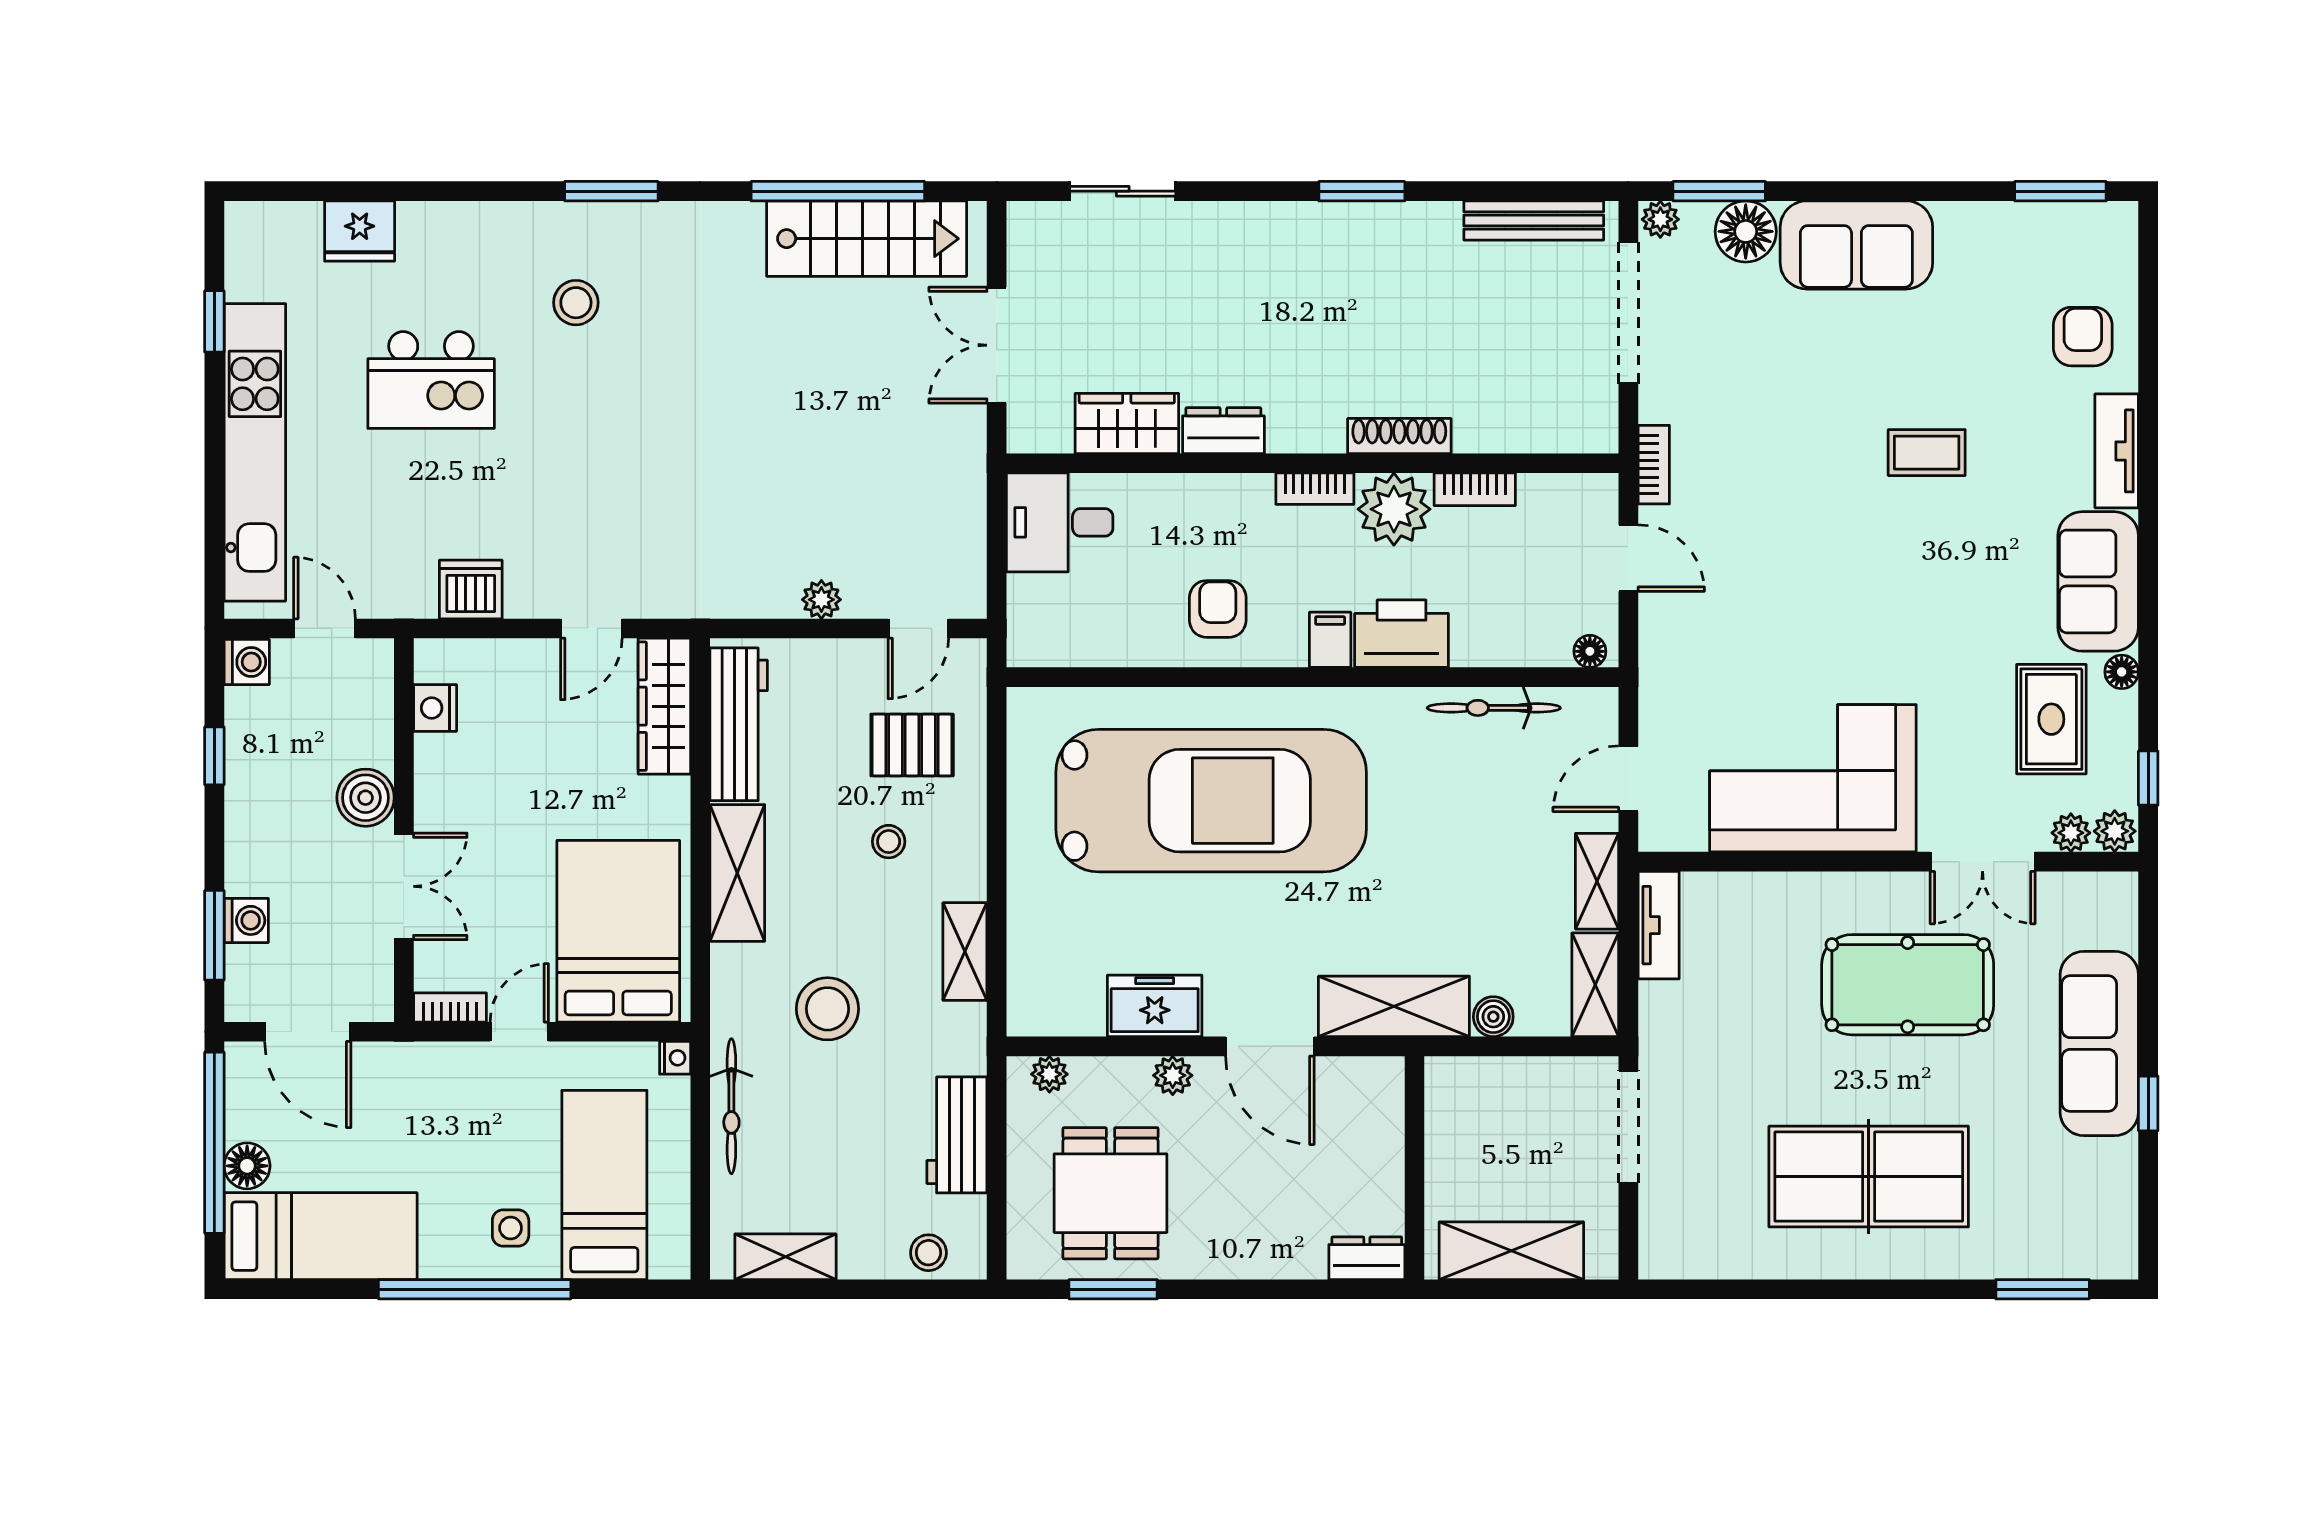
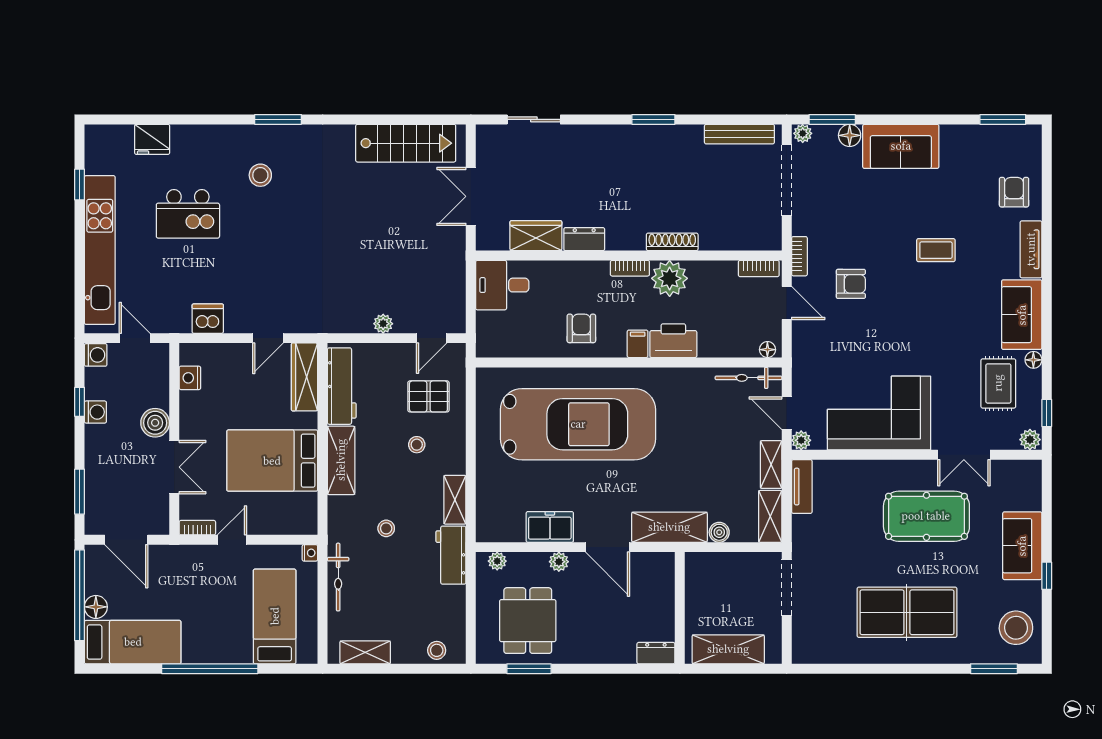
window: (838, 191) -> (391, 119), removed
floor lamp: (1746, 231) -> (850, 135), width x0.73, depth x0.73
bookcase: (1475, 489) -> (759, 269), moved
armchair: (1756, 520) -> (851, 284), added
bicycle: (1494, 708) -> (748, 378), moved
door: (1628, 779) -> (787, 413), hinge flipped
plant: (2071, 833) -> (801, 440), moved
washing machine: (246, 920) -> (95, 412), moved
bed: (618, 931) -> (272, 461), moved, turned -90
stool: (827, 1009) -> (386, 528), width x0.53, depth x0.53
sofa: (2099, 1043) -> (1022, 546), width x0.73
workbench: (957, 1135) -> (451, 555), moved
stool: (2087, 1207) -> (1016, 628), added
side table: (511, 1228) -> (228, 638), removed

